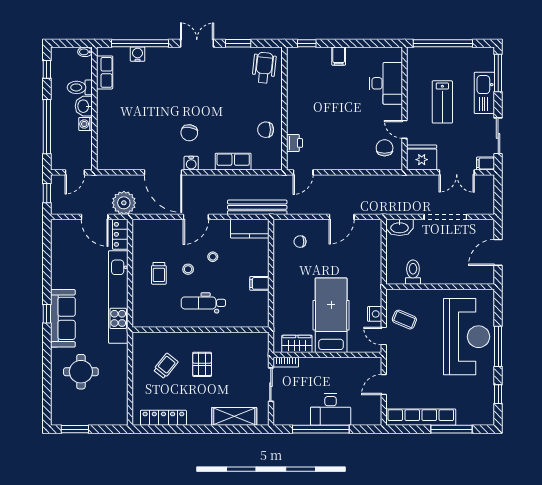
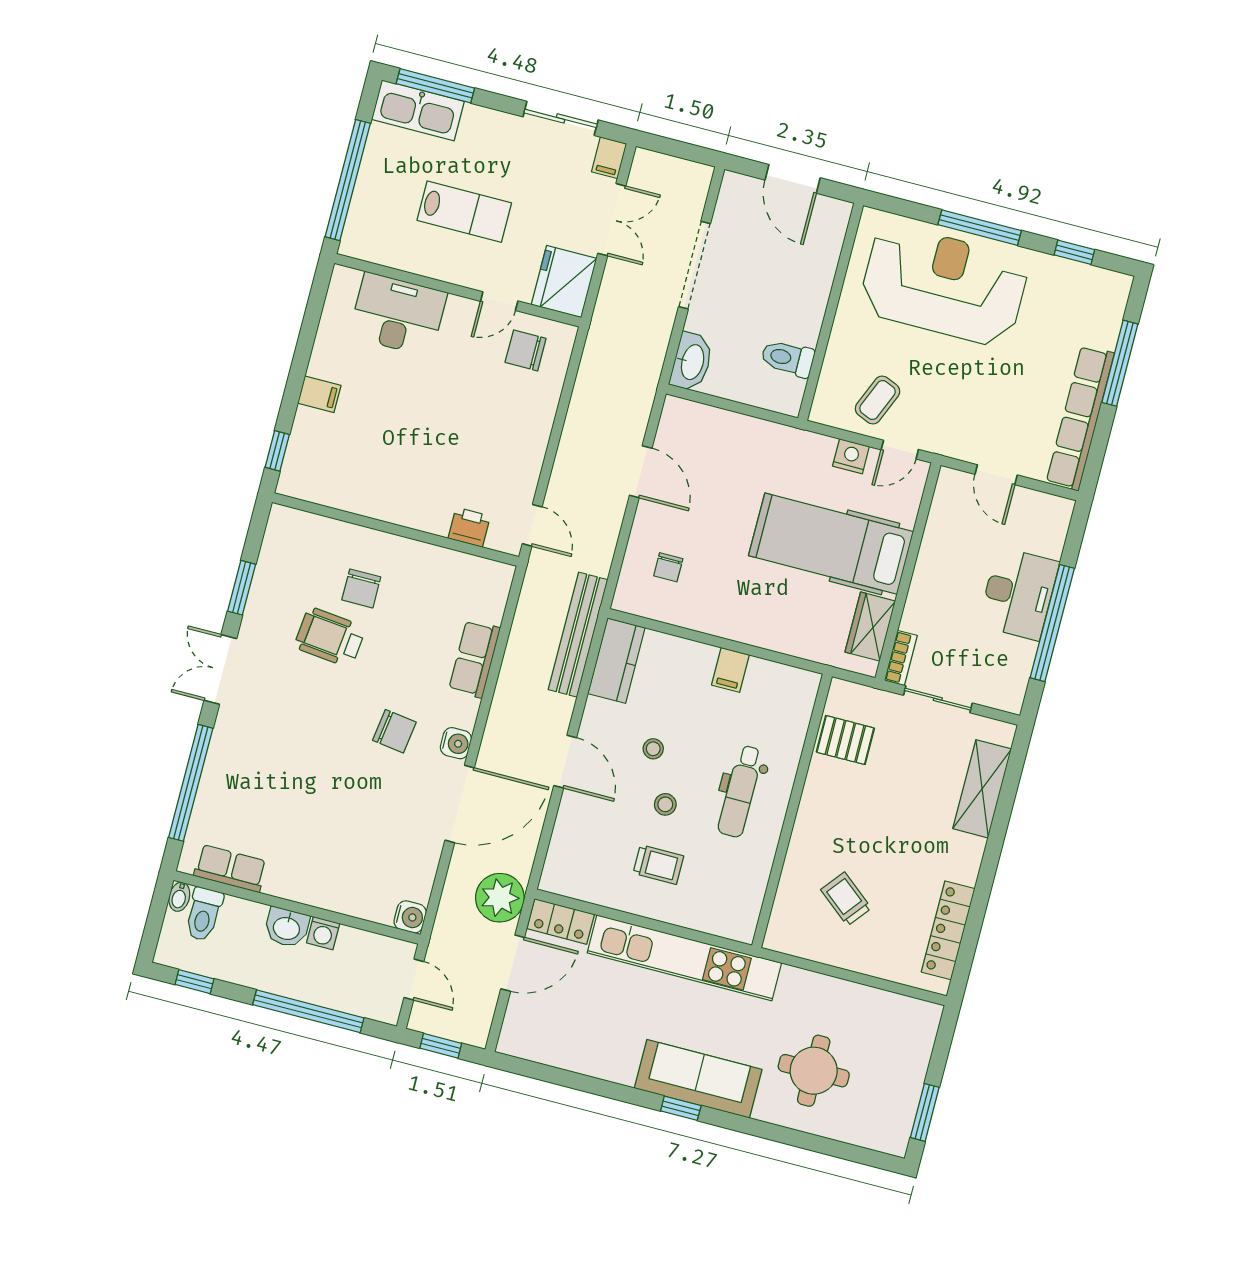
water cooler: (138, 54) -> (410, 917), moved, turned 180
wheelchair: (264, 68) -> (330, 637), moved
toilet: (80, 87) -> (204, 914), moved
kitchen sink: (484, 93) -> (418, 110), moved
chair: (266, 130) -> (361, 588), moved
pallet: (202, 364) -> (845, 740), moved

